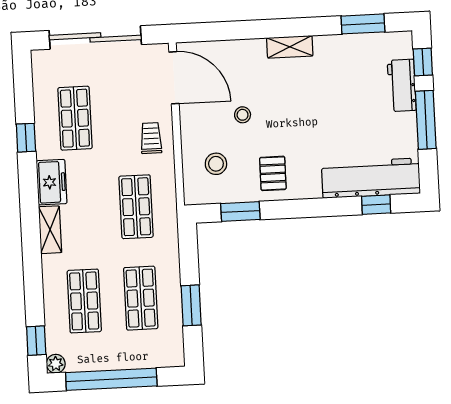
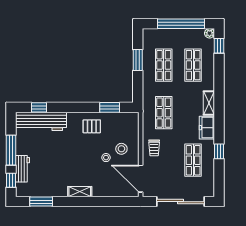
stool: (216, 164) -> (121, 149), moved
pallet: (273, 173) -> (92, 126), turned 90

